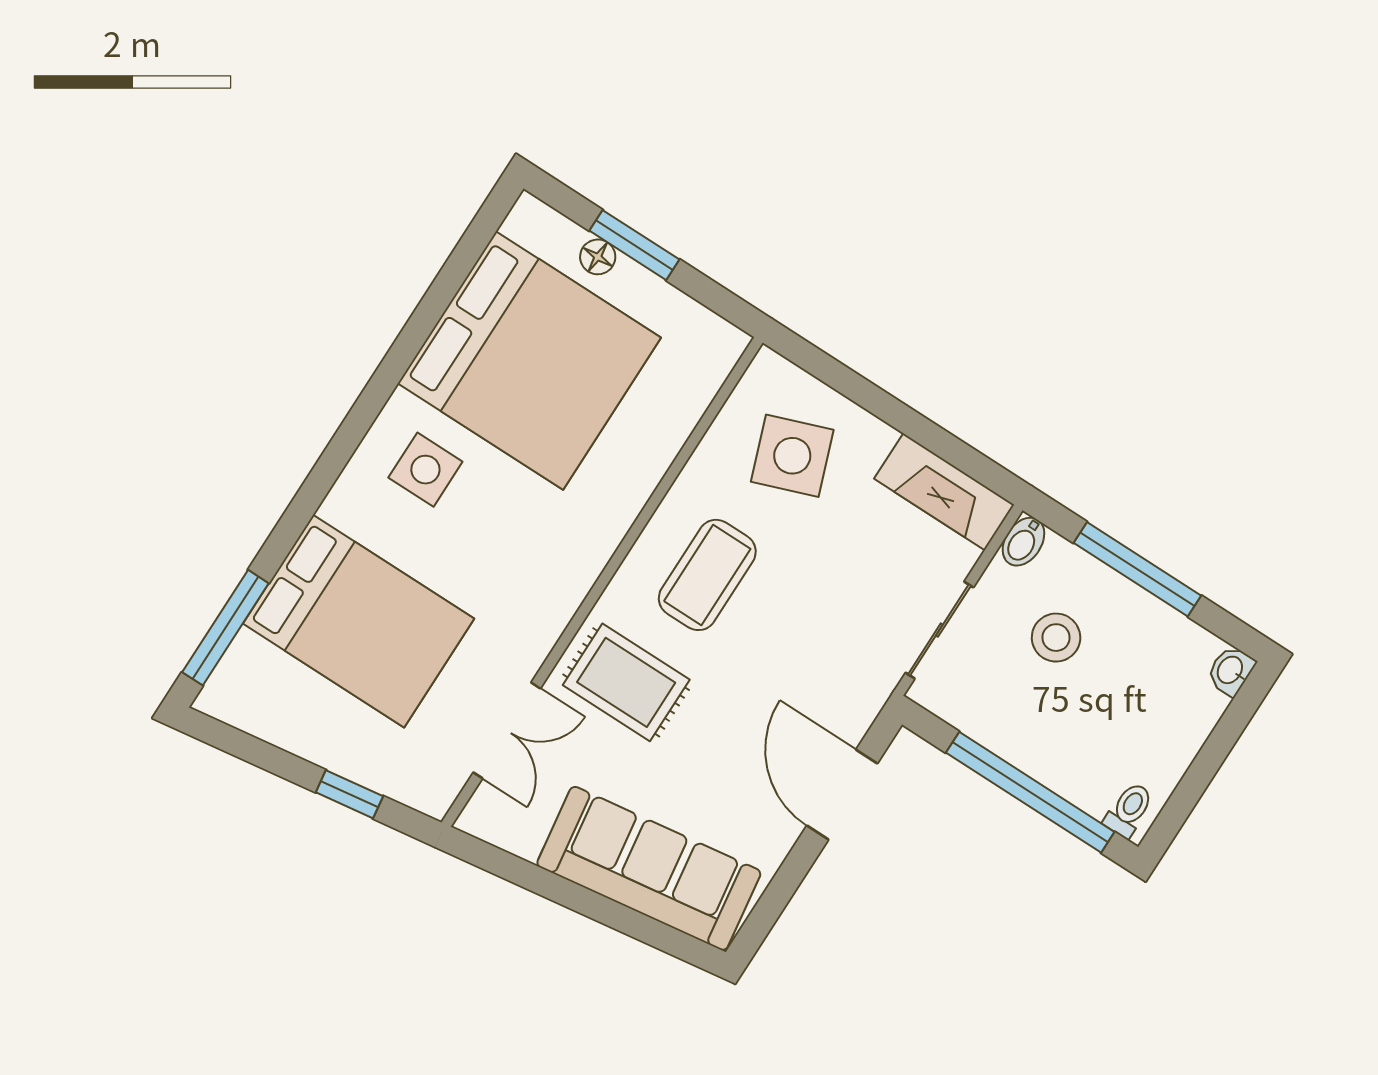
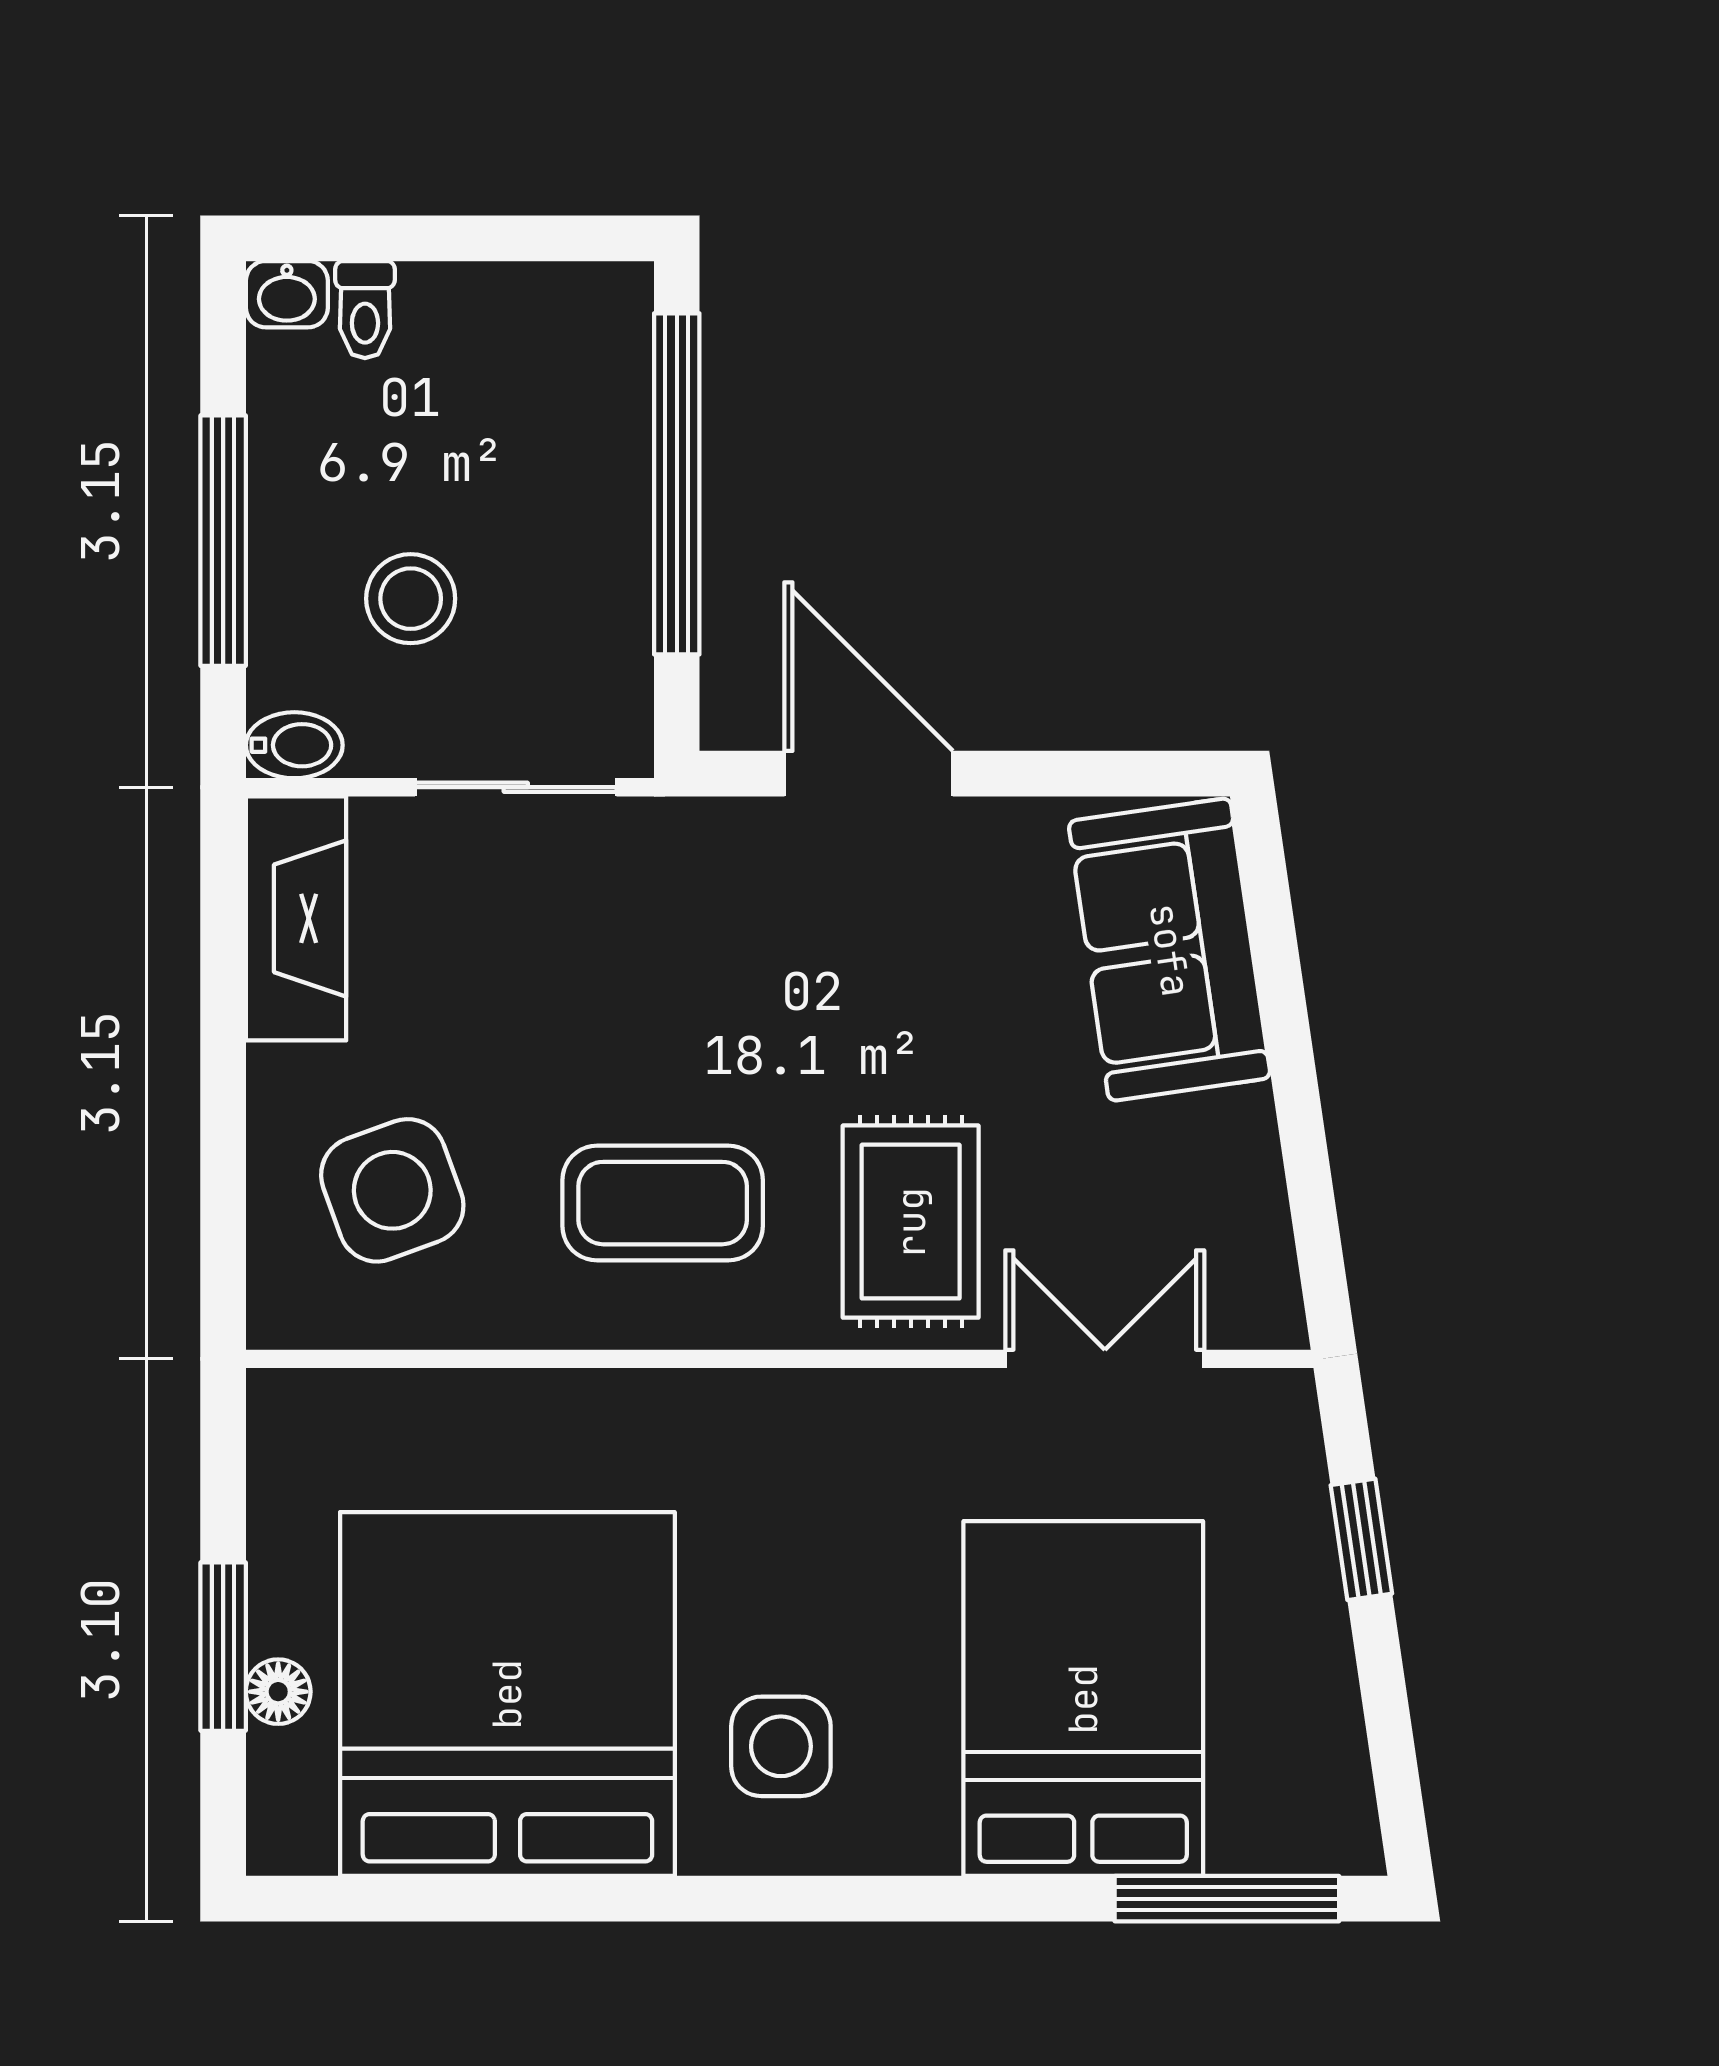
door: (842, 795) -> (869, 774), swing flipped
toilet: (1129, 810) -> (365, 310), moved, turned -90
sofa: (649, 868) -> (1170, 950), width x0.73

